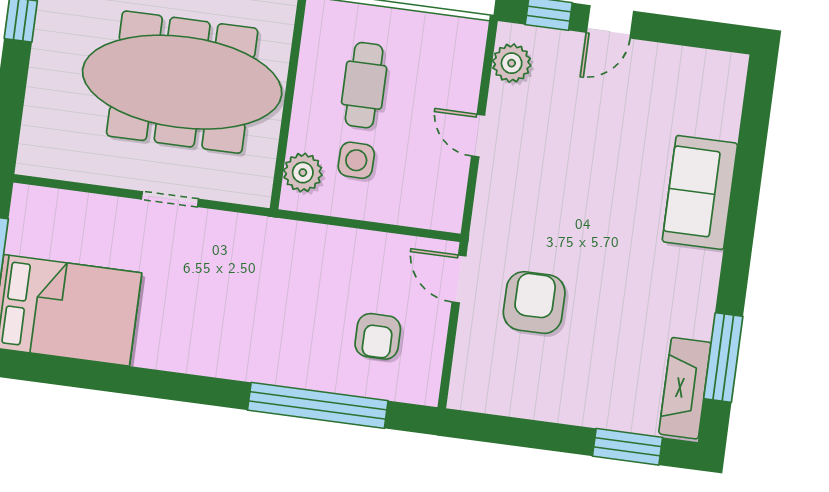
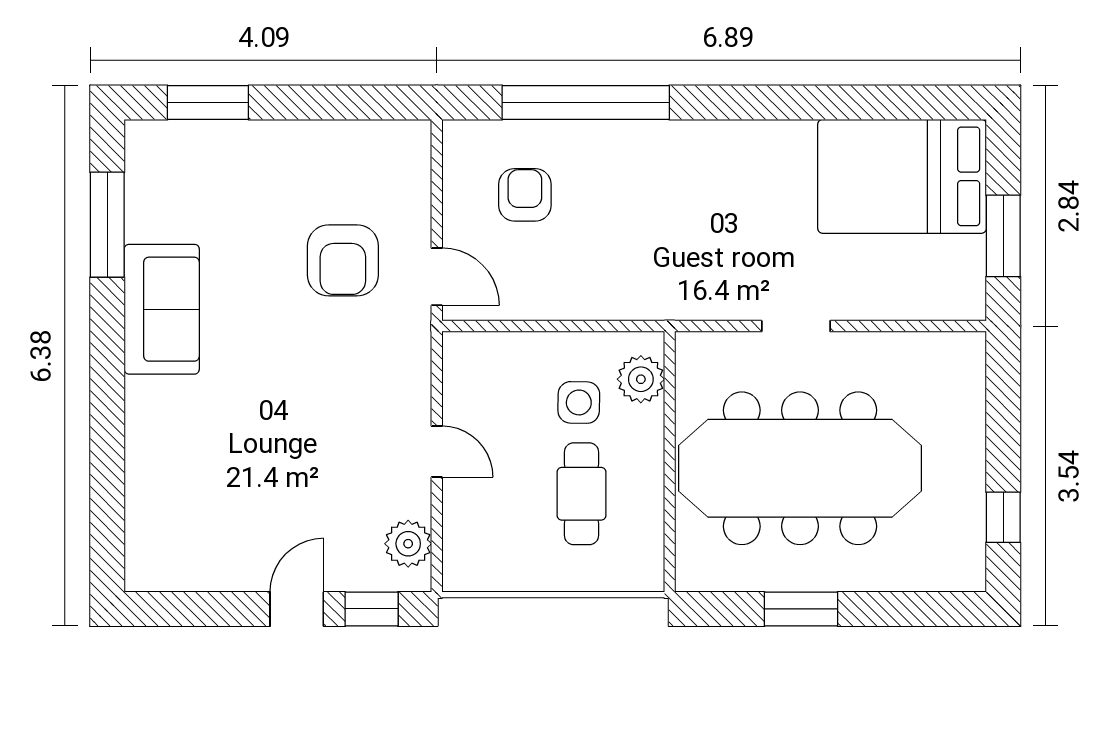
sofa: (700, 193) -> (162, 309), moved
fireplace: (685, 388) -> (148, 182), removed

